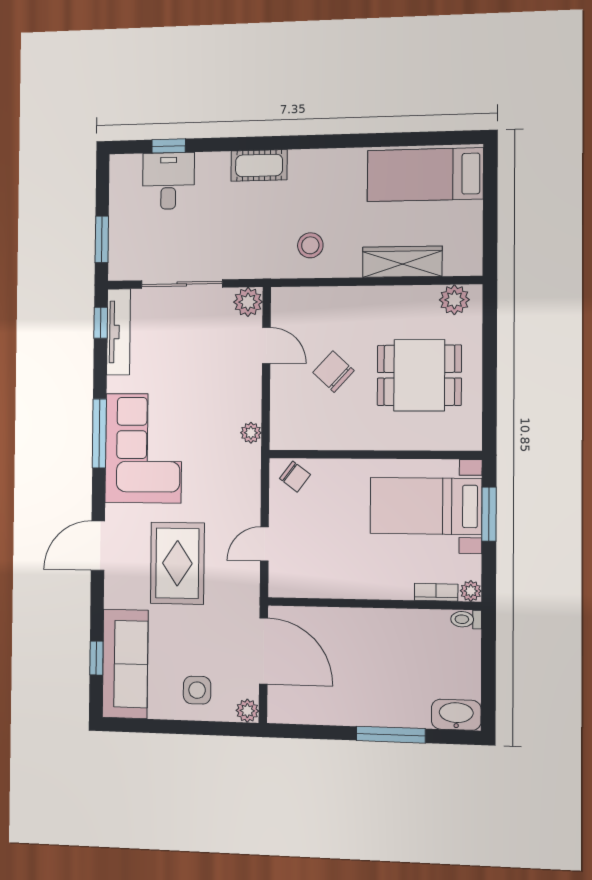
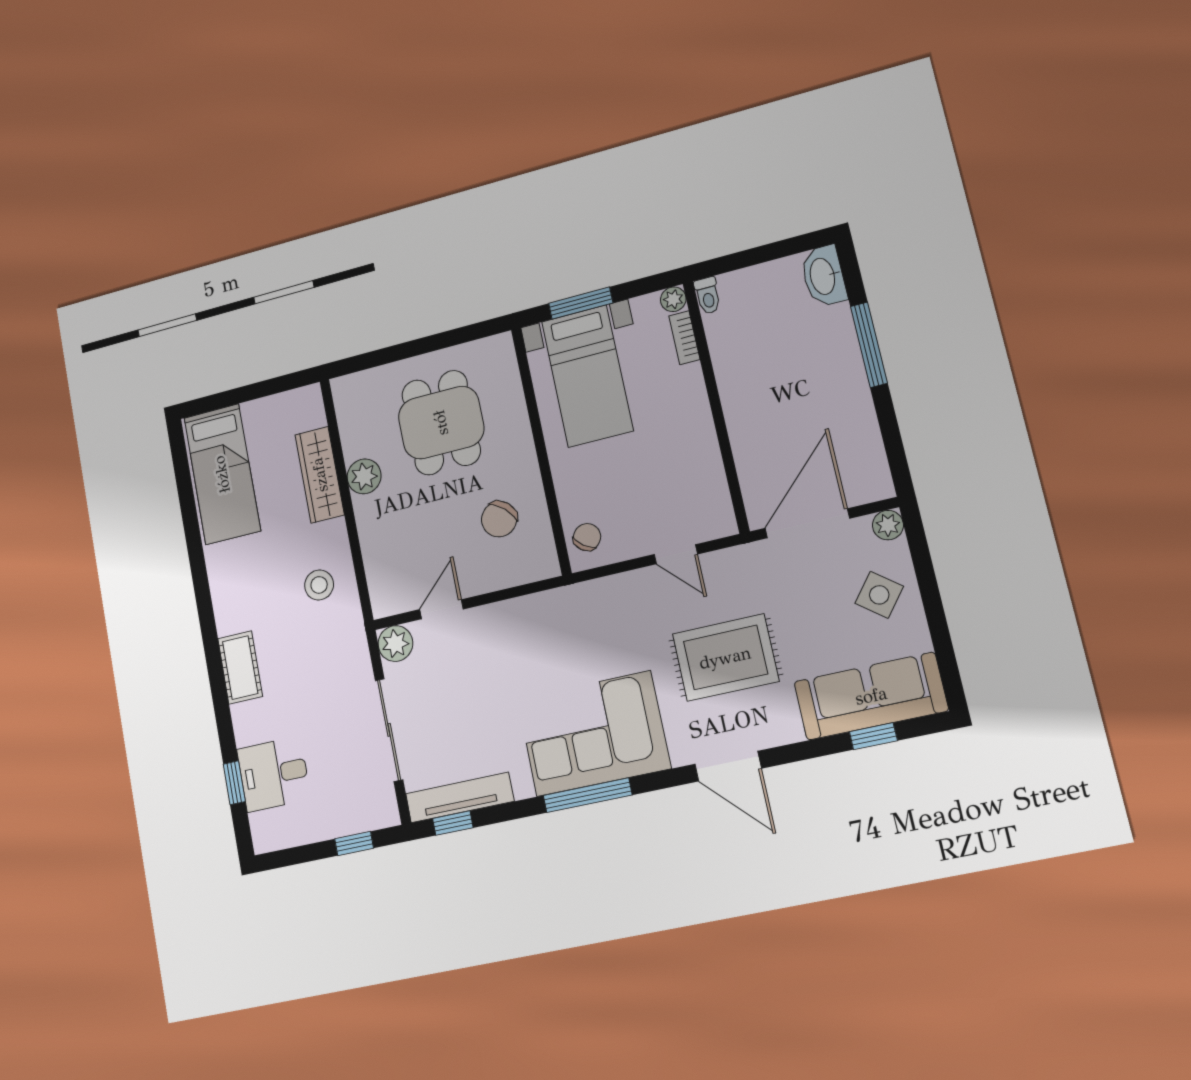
window: (102, 239) -> (354, 843), width x0.67
plant: (454, 300) -> (364, 476), moved
chair: (333, 372) -> (499, 519), moved
plant: (251, 433) -> (547, 603), removed
side table: (197, 690) -> (879, 595), turned 38

